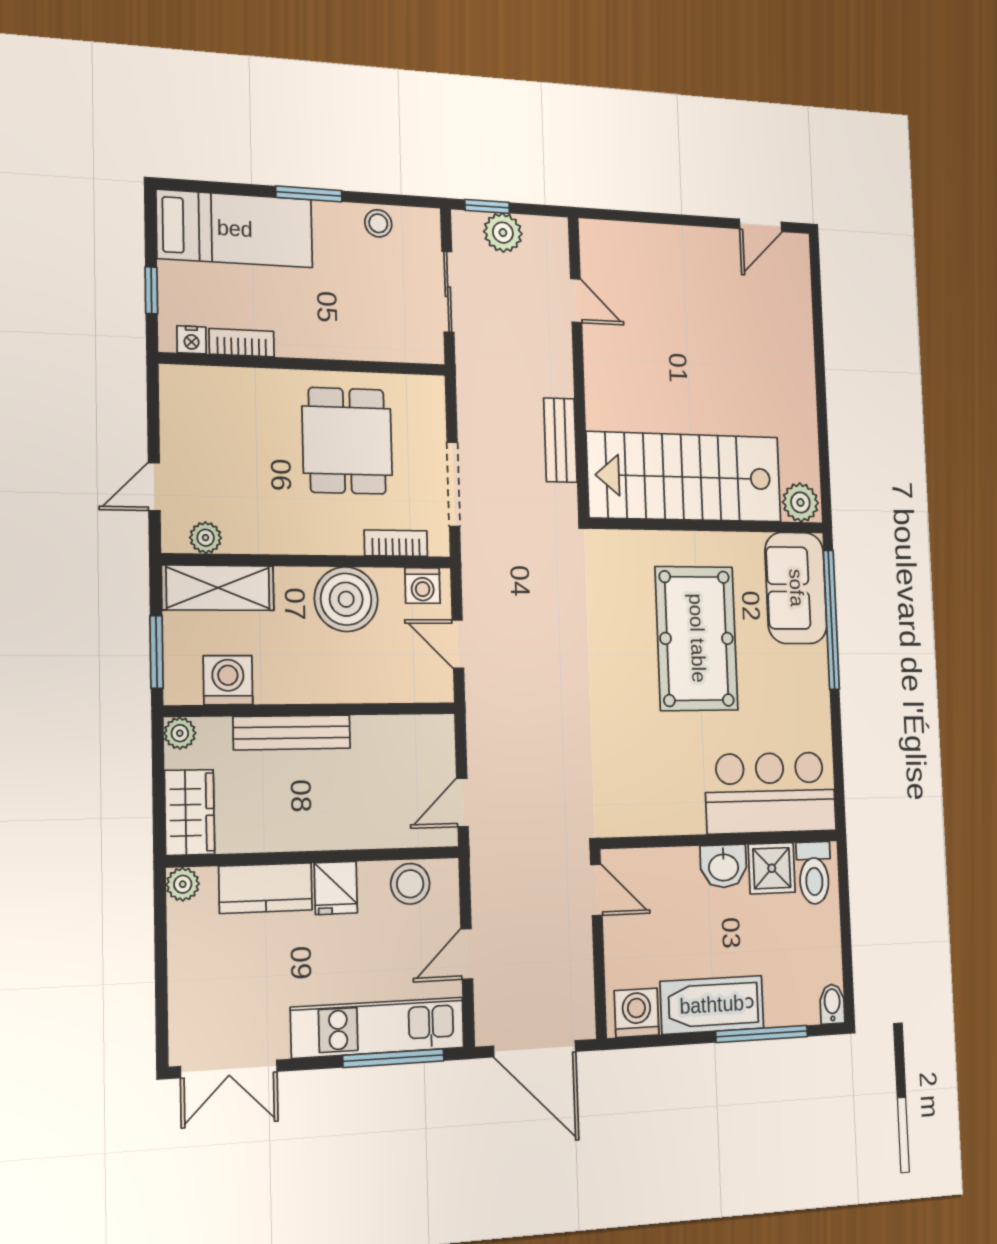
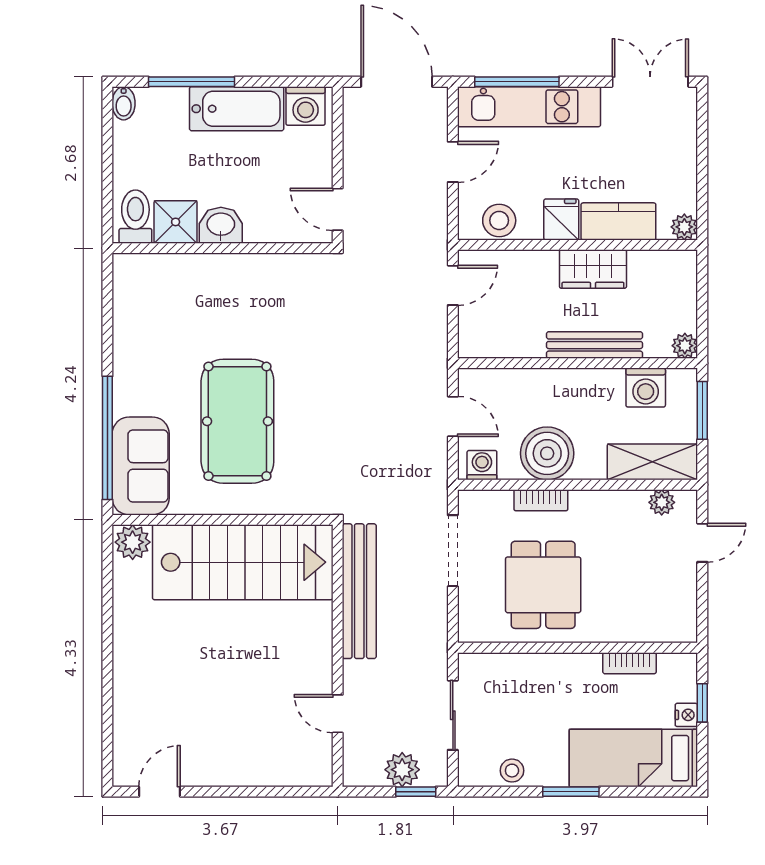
nightstand: (192, 340) -> (686, 715), moved, turned 90
bench: (560, 440) -> (359, 591), width x1.86, depth x1.21
bookcase: (396, 543) -> (541, 500), moved
bar counter: (771, 793) -> (174, 287), removed
wardrobe: (190, 812) -> (593, 269), moved, turned -90

